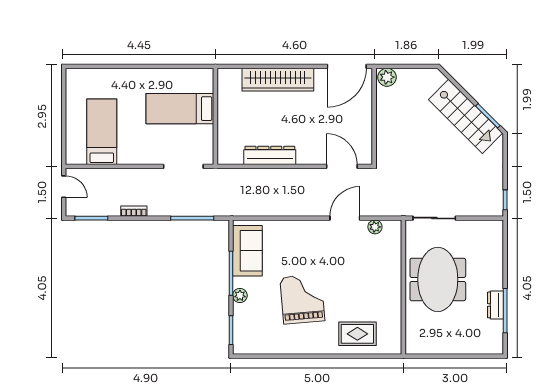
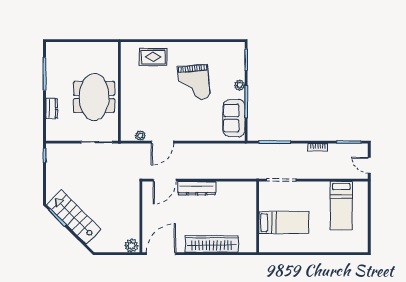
dresser: (270, 155) -> (197, 188), moved
door: (342, 166) -> (165, 180), hinge flipped
dresser: (496, 305) -> (52, 108), moved

